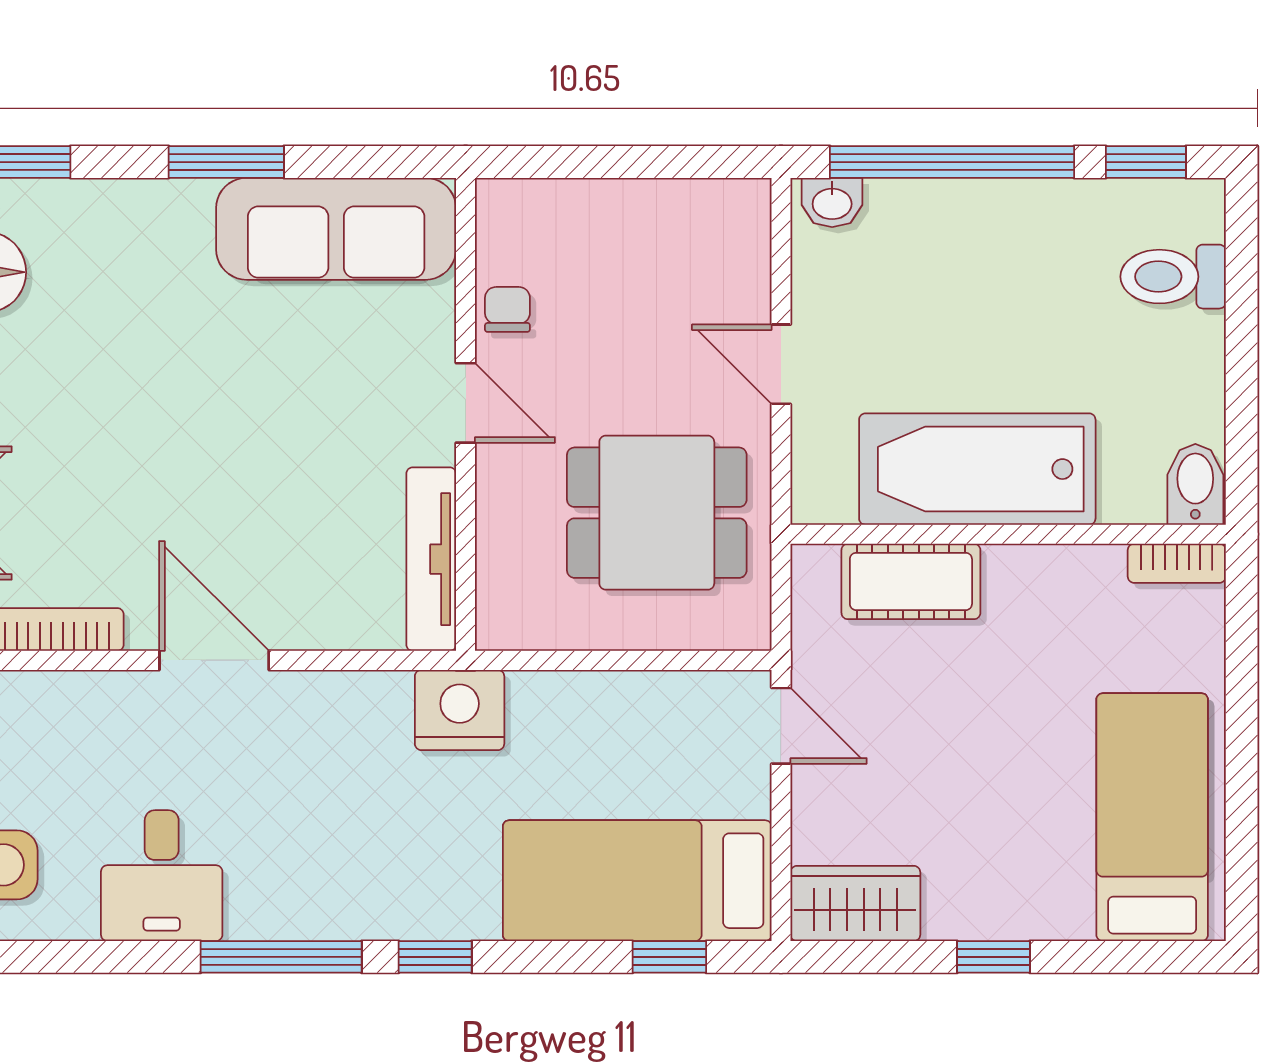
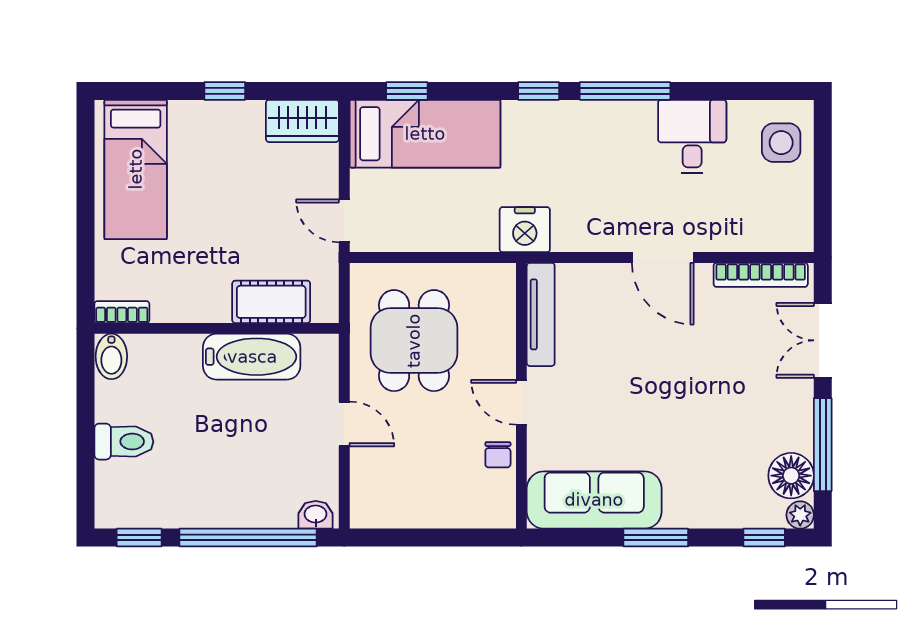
toilet: (1173, 277) -> (124, 442), moved
bathtub: (977, 469) -> (252, 357), width x0.73, depth x0.73
dining table: (657, 513) -> (414, 341), turned 90

